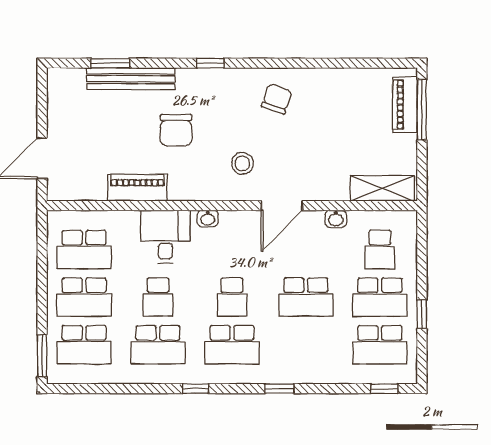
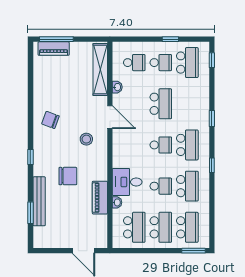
shelving: (382, 188) -> (100, 70), width x1.47
washbasin: (208, 218) -> (117, 202), moved
school desk: (380, 297) -> (161, 63), width x0.54

